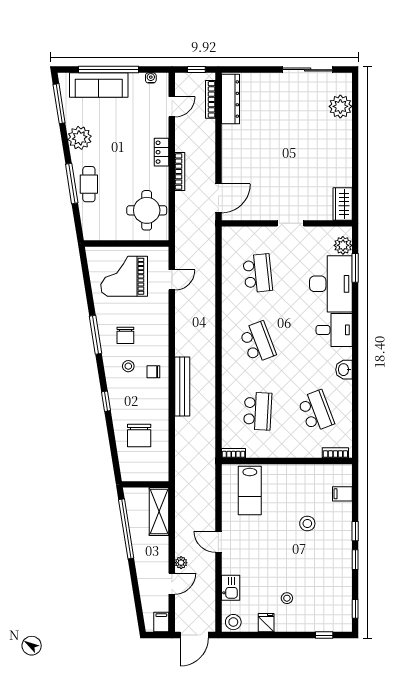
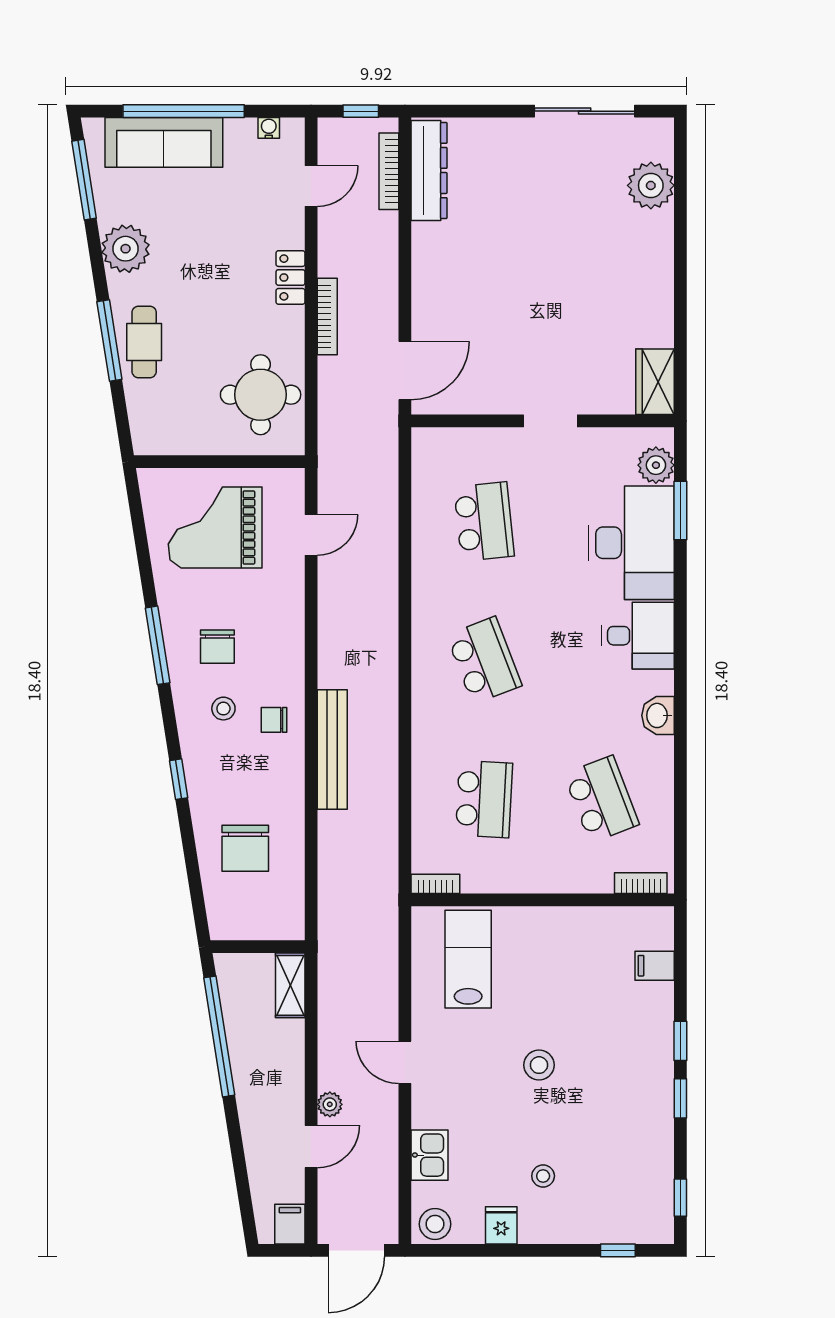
lab bench: (250, 490) -> (468, 959), turned 180
shelving: (159, 512) -> (290, 985), width x0.67, depth x0.75
stool: (307, 524) -> (539, 1065), moved

